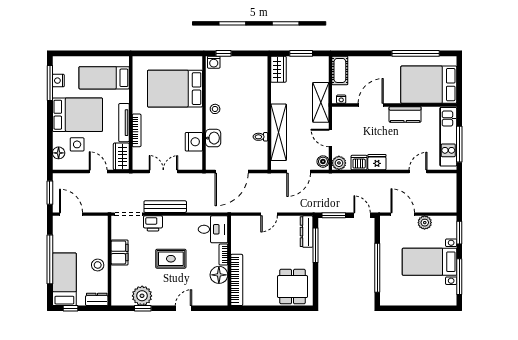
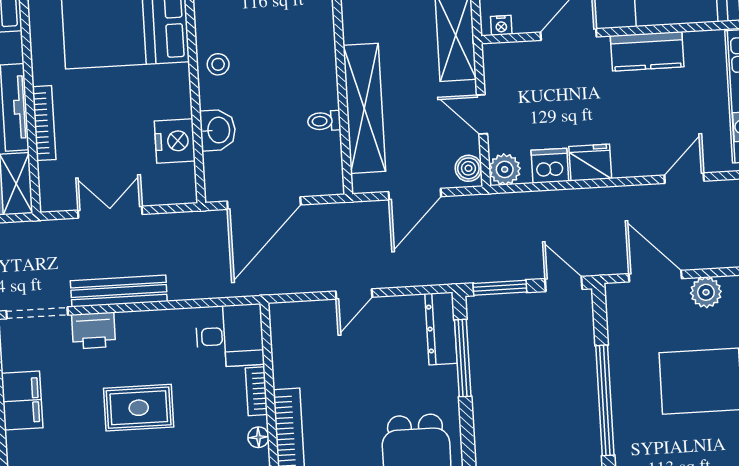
floor lamp: (219, 275) -> (258, 437), width x0.53, depth x0.53

